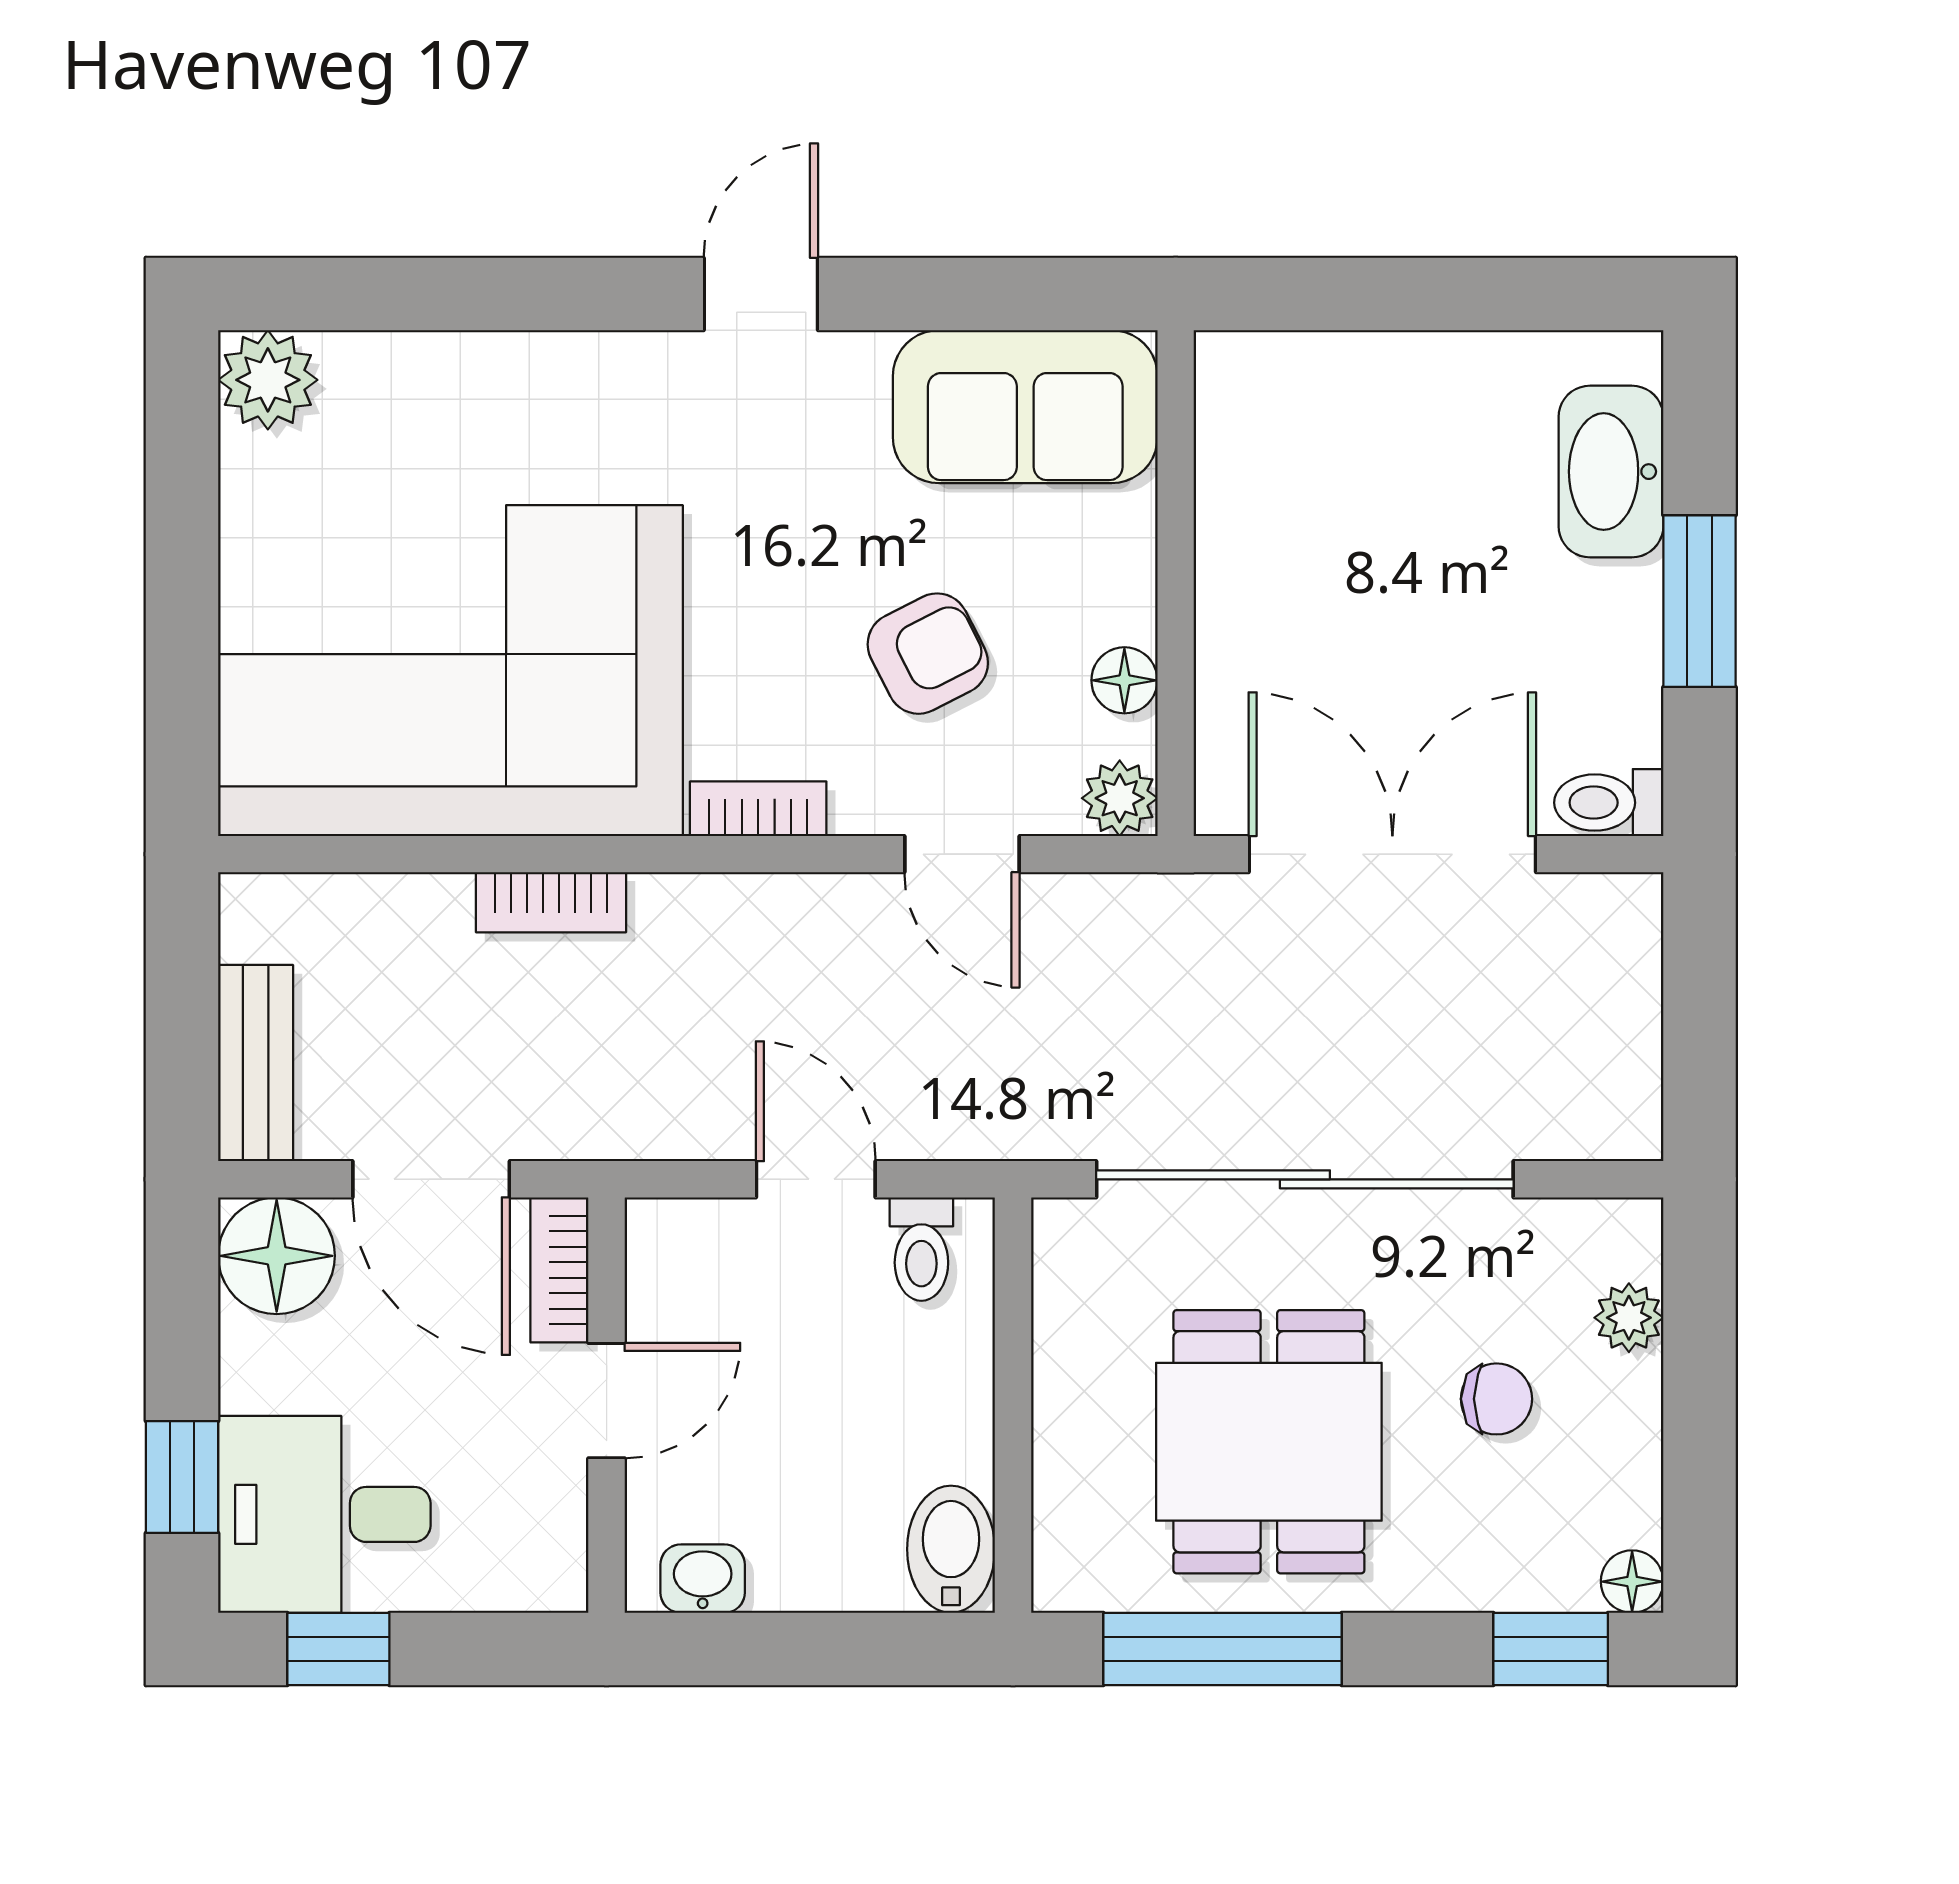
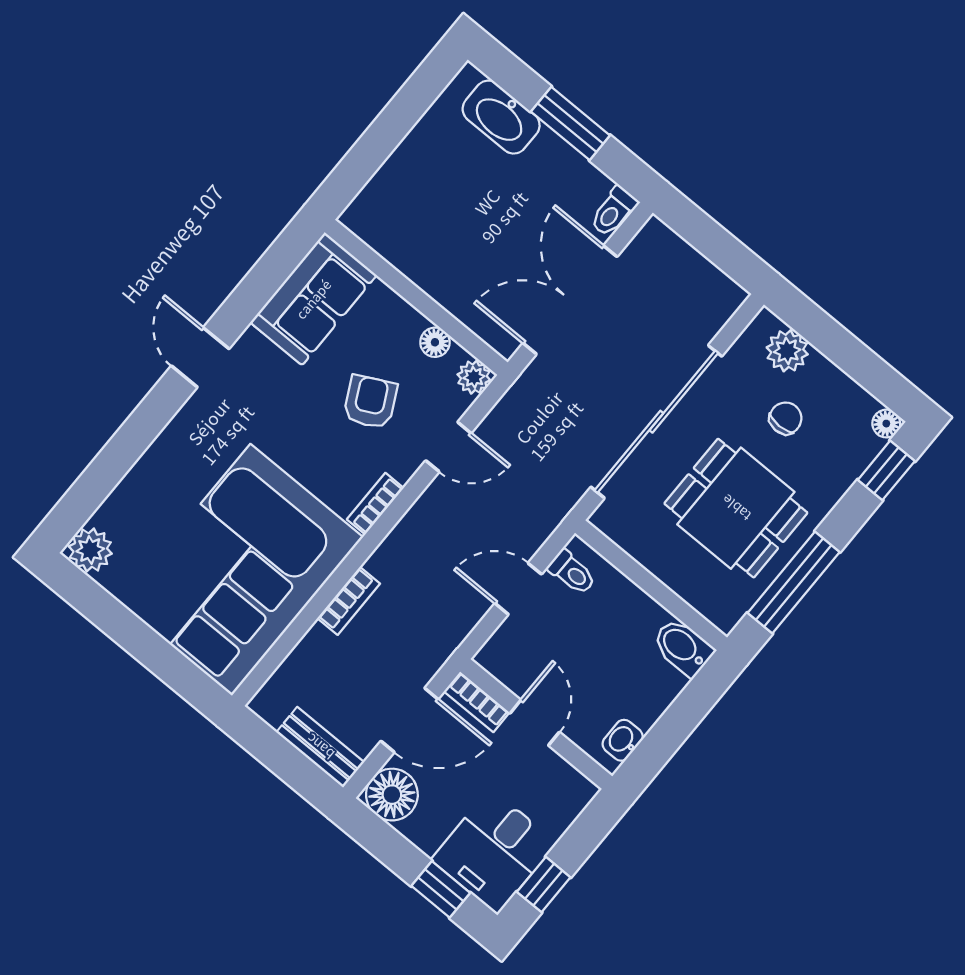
plant: (1629, 1318) -> (787, 351), width x1.38, depth x1.38

